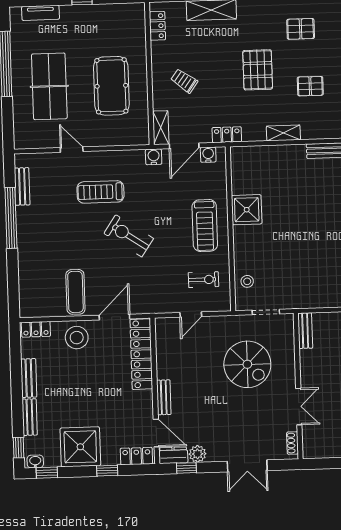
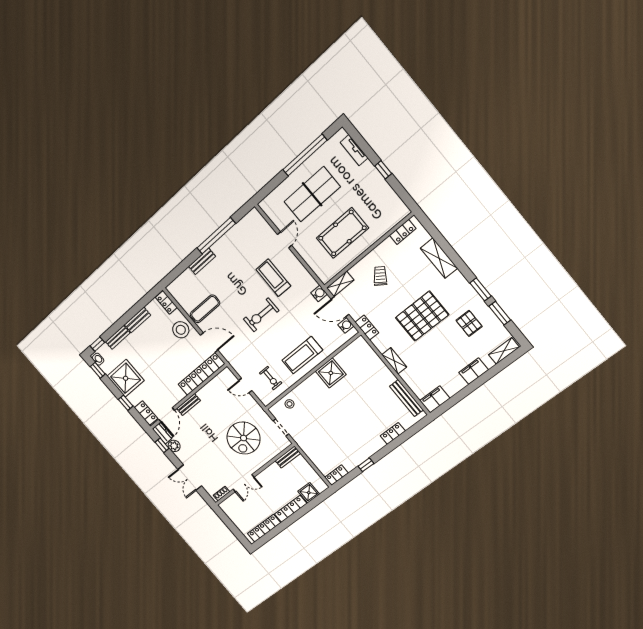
pallet: (258, 70) -> (422, 316), width x1.37, depth x1.41
pallet: (310, 86) -> (436, 356), removed
bench: (22, 186) -> (202, 261), moved
exercise bike: (129, 236) -> (261, 315), turned -124

